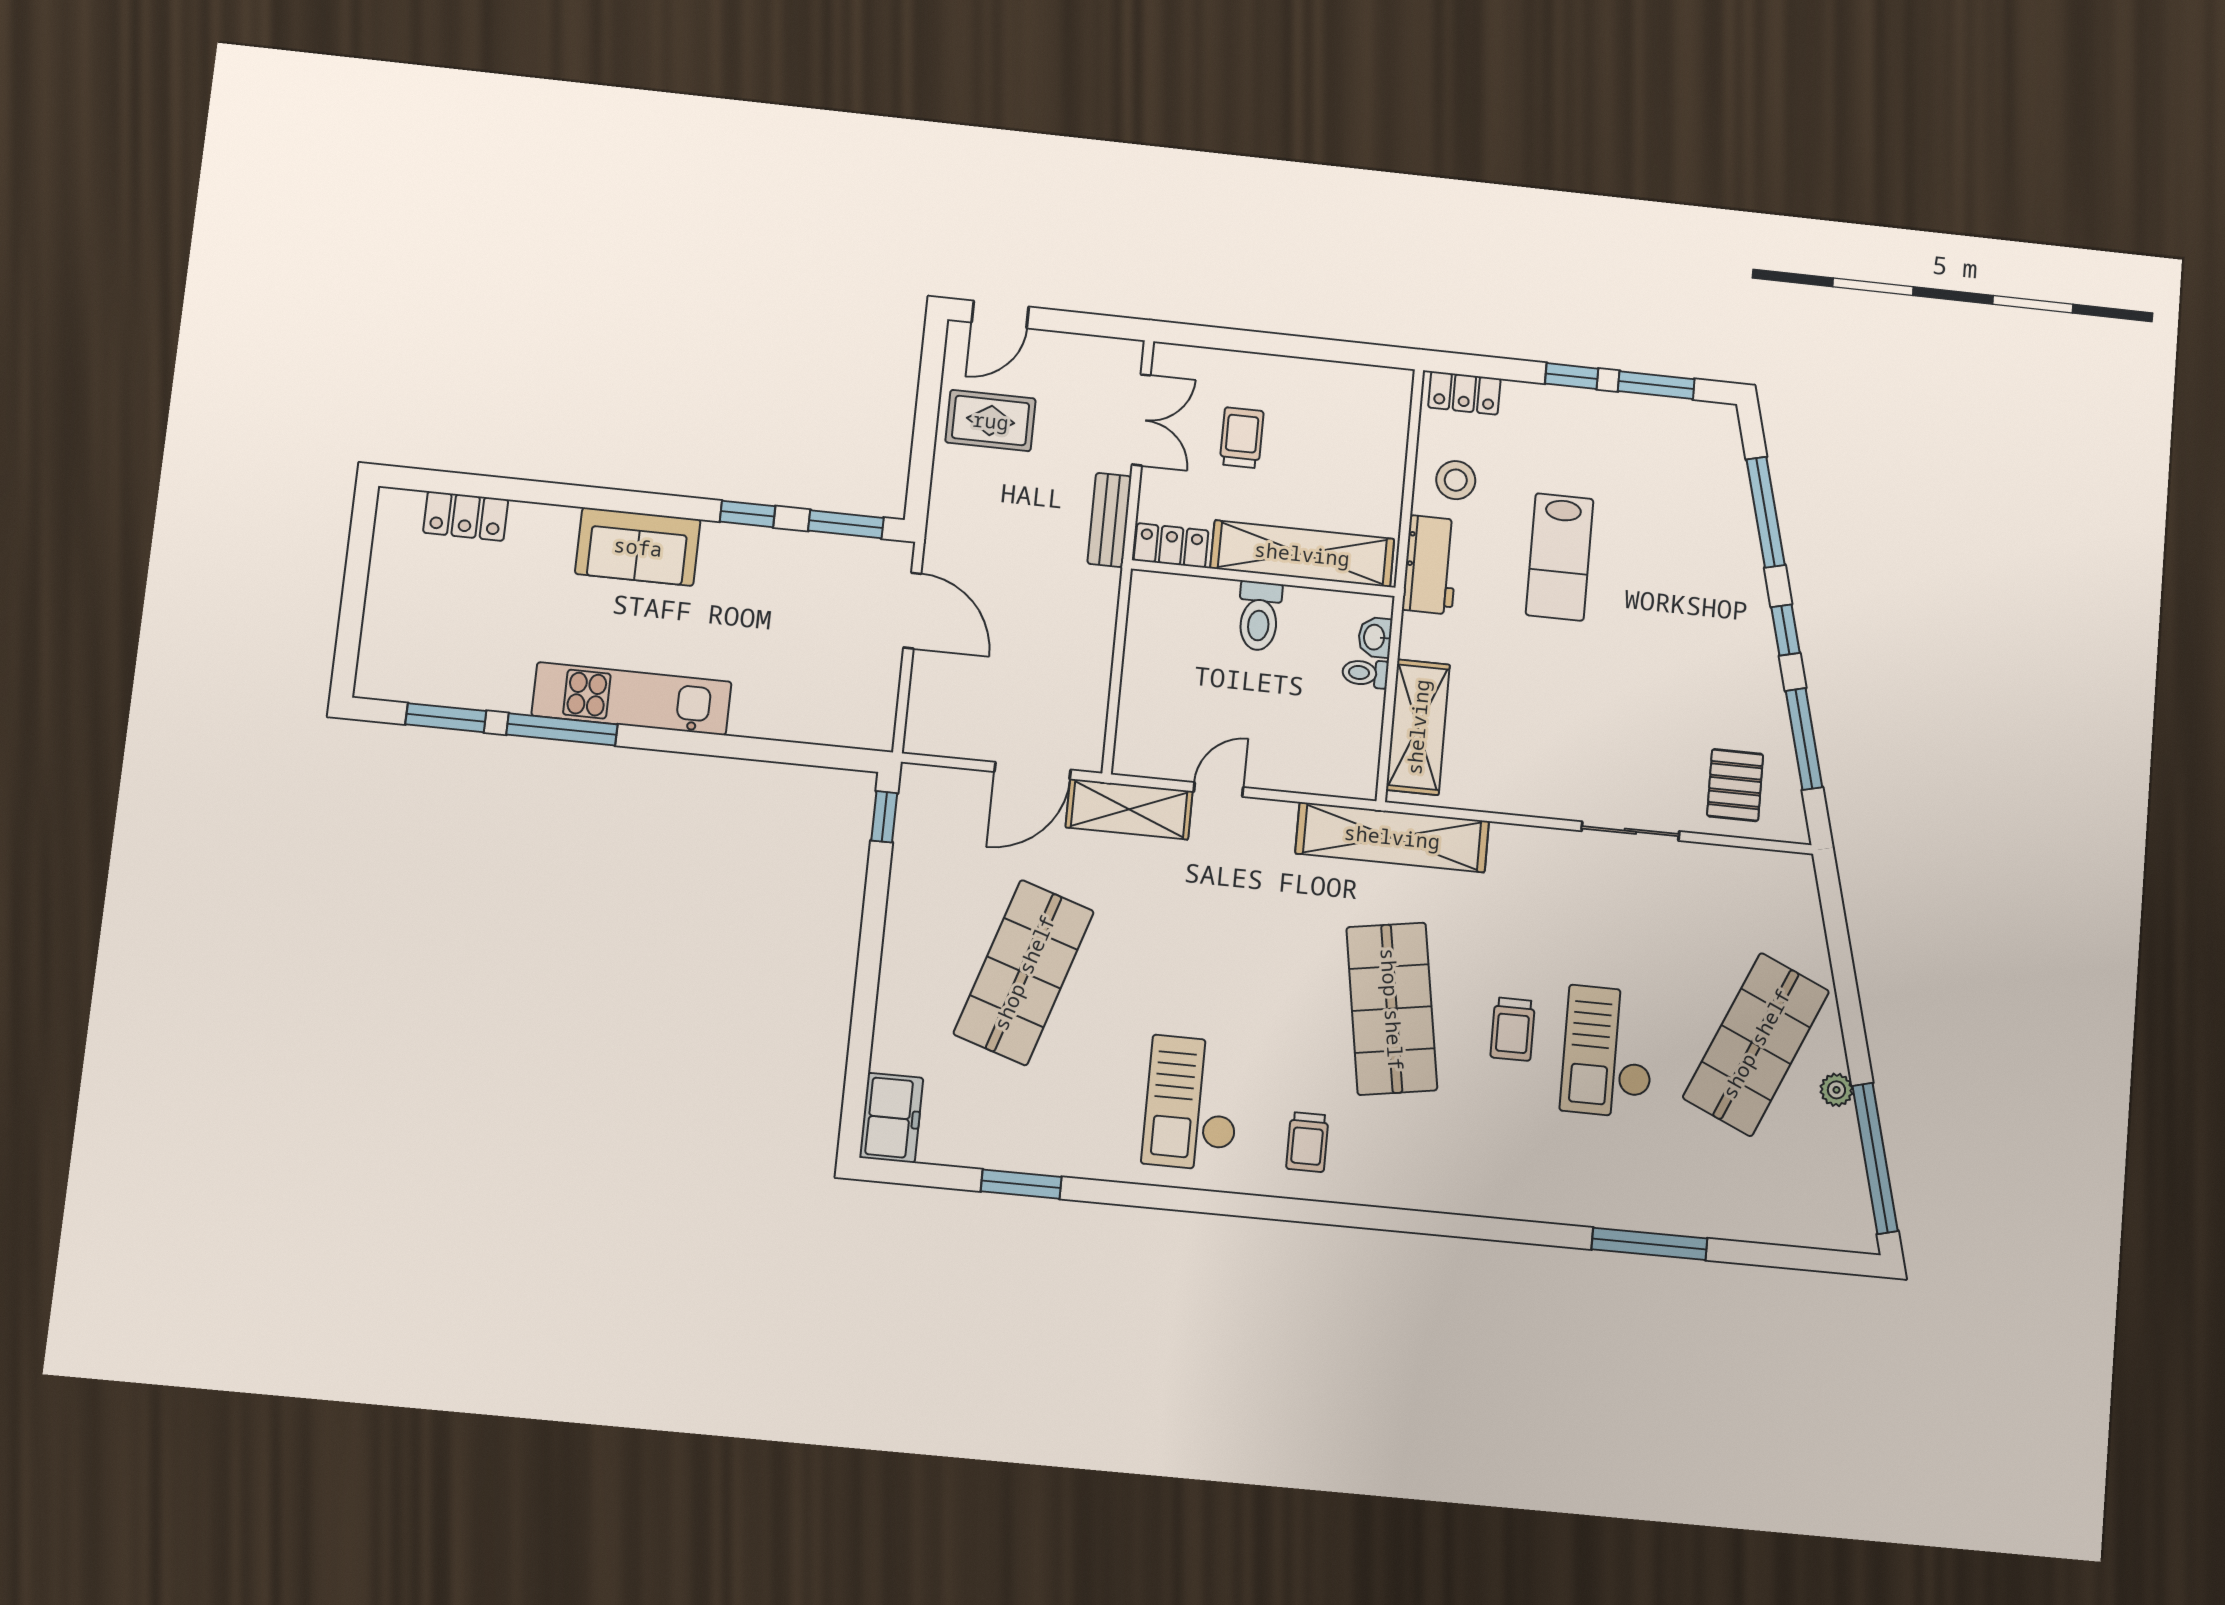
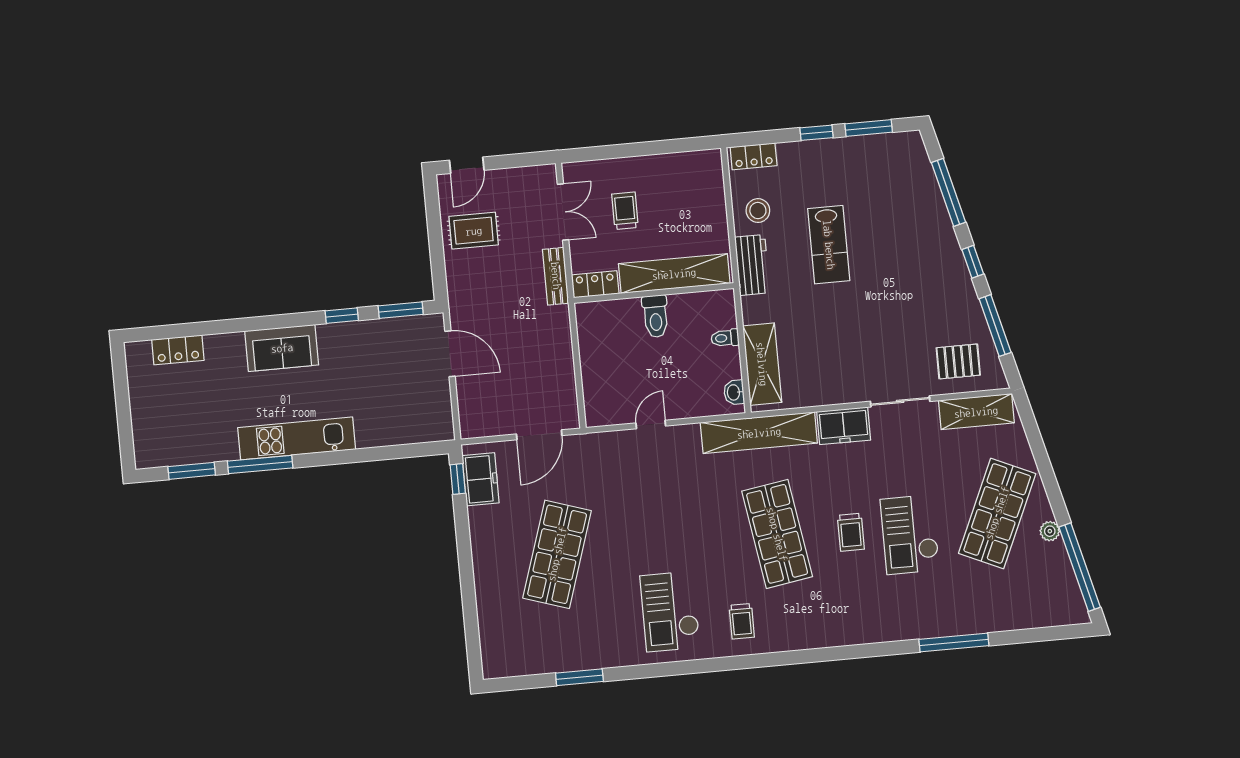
washbasin: (1375, 637) -> (734, 392), moved
pallet: (1735, 785) -> (958, 361), turned 90
shelving: (1129, 809) -> (976, 412), moved
freezer: (1532, 853) -> (844, 426), added
freezer: (891, 1118) -> (481, 479), moved

